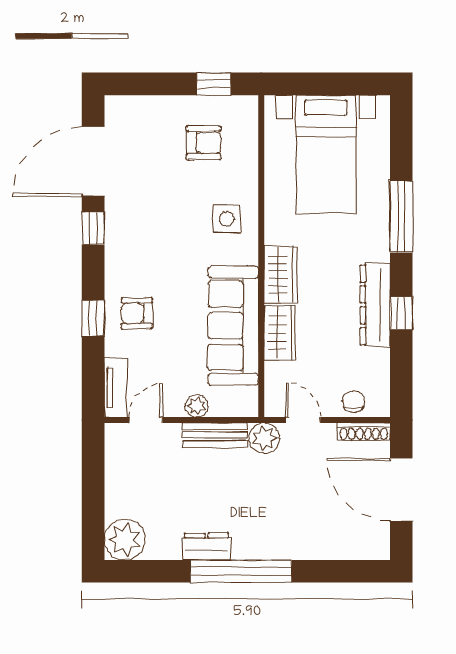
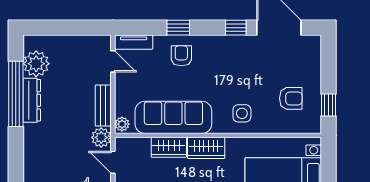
armchair: (204, 143) -> (291, 98), turned -90
plant: (197, 406) -> (122, 124), moved
door: (303, 420) -> (113, 162), swing flipped
plant: (125, 540) -> (36, 64), moved
dresser: (206, 547) -> (32, 100), width x1.44
window: (241, 571) -> (16, 94), moved

